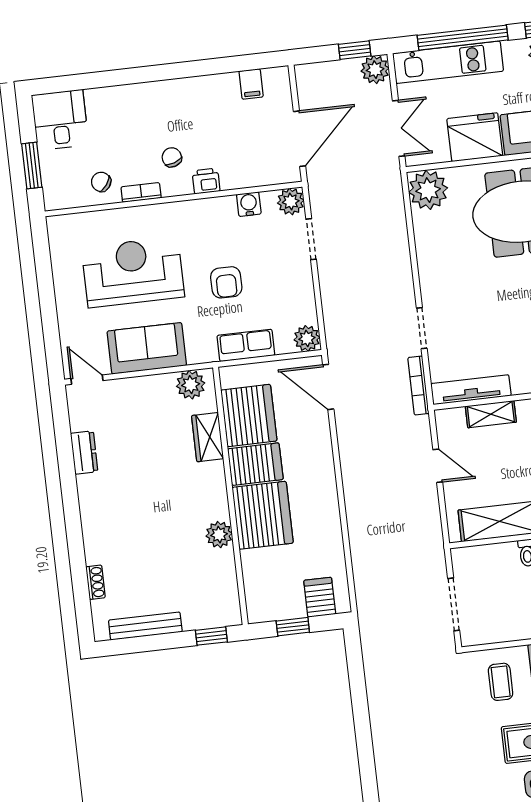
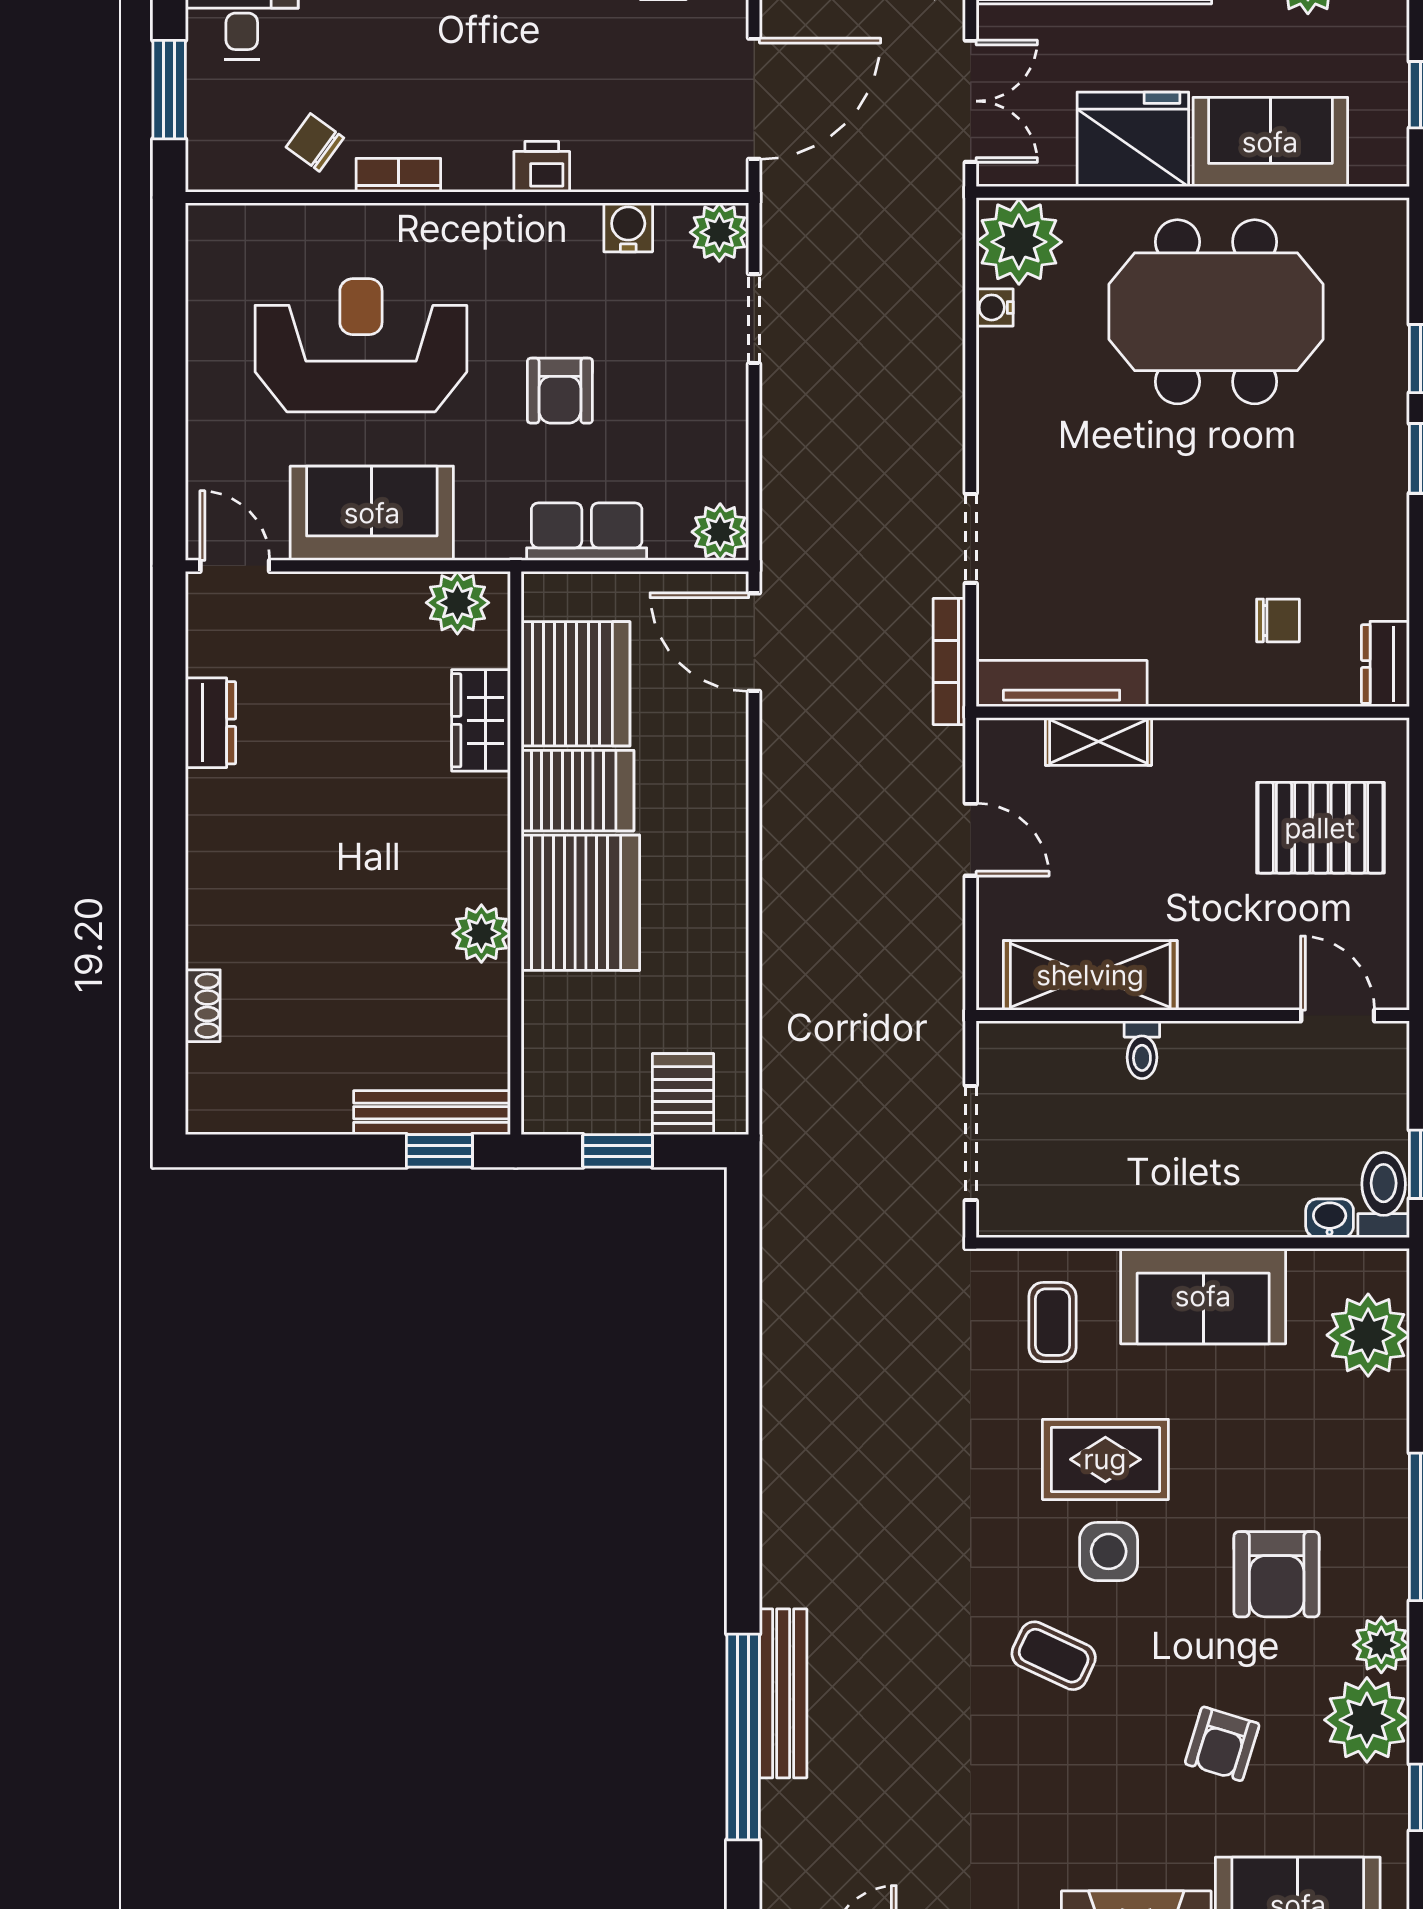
chair: (172, 157) -> (474, 107), removed
water cooler: (420, 221) -> (995, 307), added
bench: (145, 626) -> (432, 1113), moved

